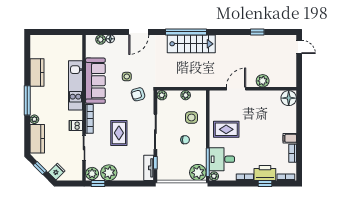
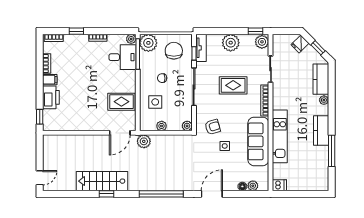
window: (257, 32) -> (106, 194), moved
stairs: (191, 44) -> (102, 181), moved
door: (299, 47) -> (40, 178), swing flipped
kitchen counter: (37, 72) -> (321, 131), moved
plant: (263, 81) -> (144, 141), moved
door: (236, 89) -> (120, 133), moved
floor lamp: (289, 98) -> (51, 123), removed
window: (27, 100) -> (332, 151), moved
window: (299, 104) -> (40, 117), added
dishwasher: (76, 126) -> (279, 185), moved
rug: (226, 129) -> (121, 102), moved
rug: (119, 133) -> (233, 85), turned 90
chair: (174, 165) -> (174, 51), added
plant: (109, 173) -> (231, 43), moved
printer: (265, 173) -> (51, 97), moved, turned -90

